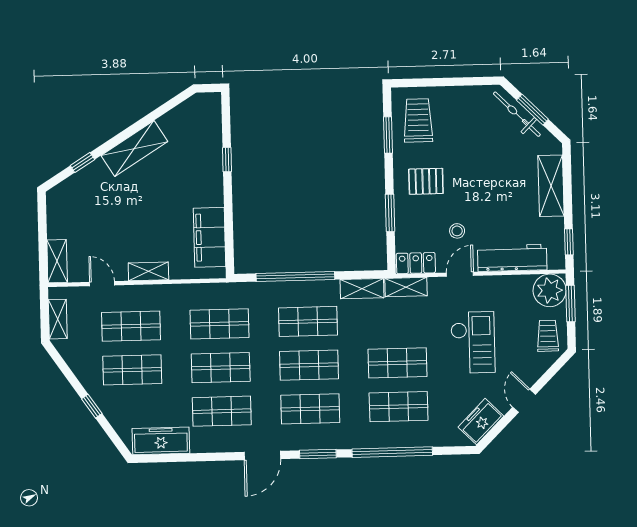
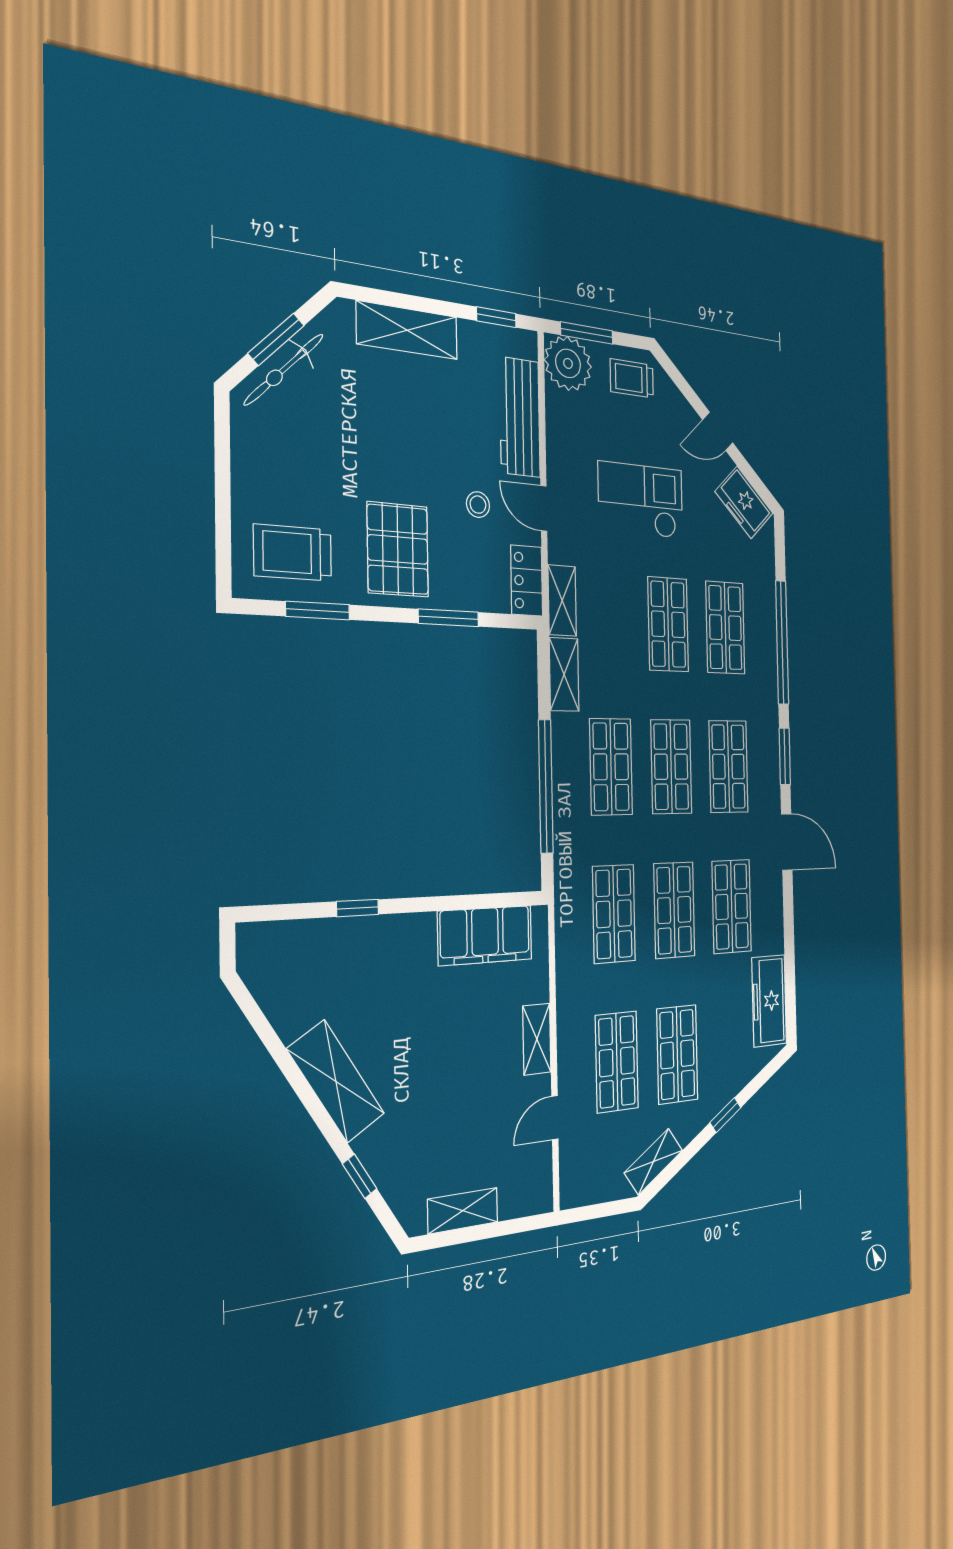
pallet: (426, 181) -> (398, 549), width x1.50, depth x1.42
shelving: (57, 261) -> (463, 1211), moved
shelving: (58, 319) -> (653, 1162), moved, turned -34

